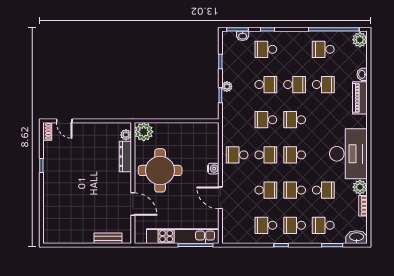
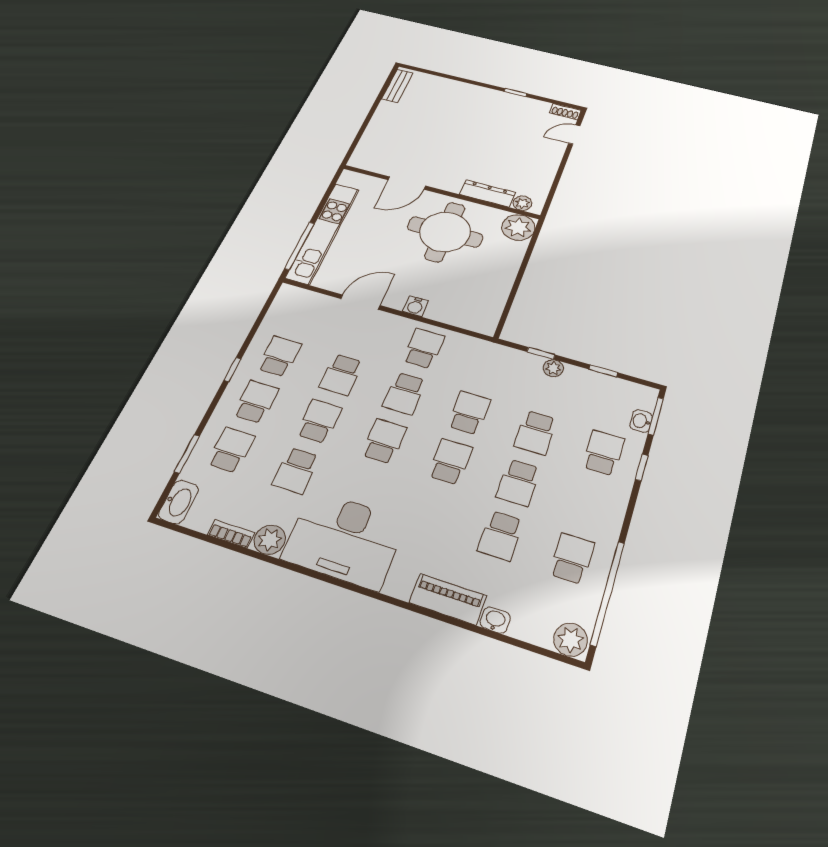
bench: (108, 238) -> (397, 86), moved

